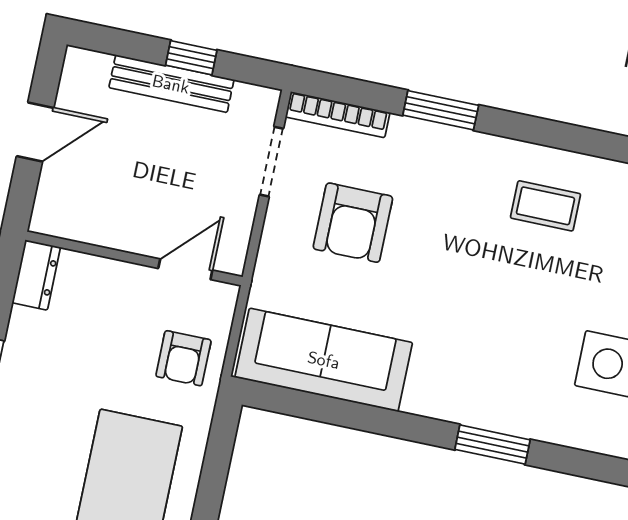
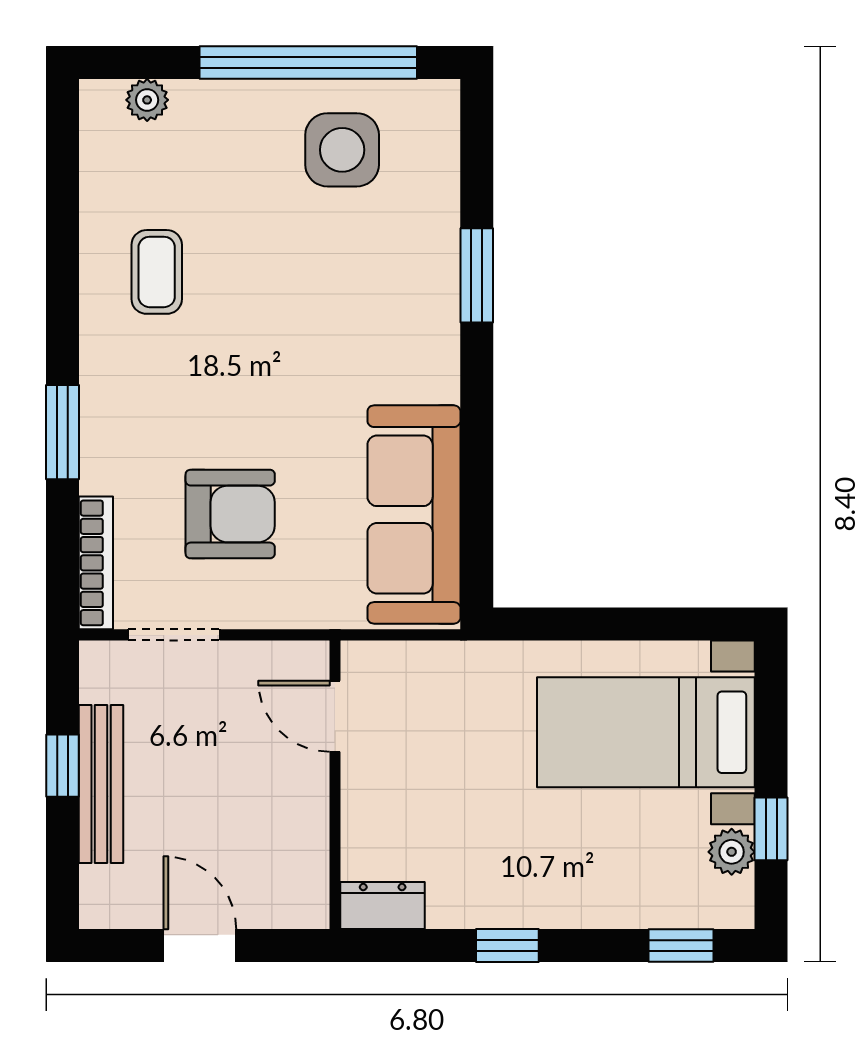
armchair: (183, 358) -> (450, 694), removed

